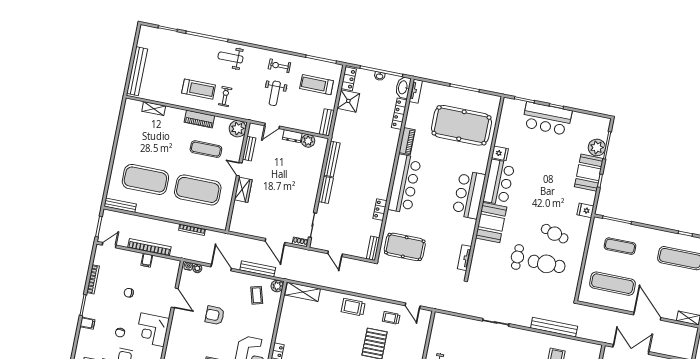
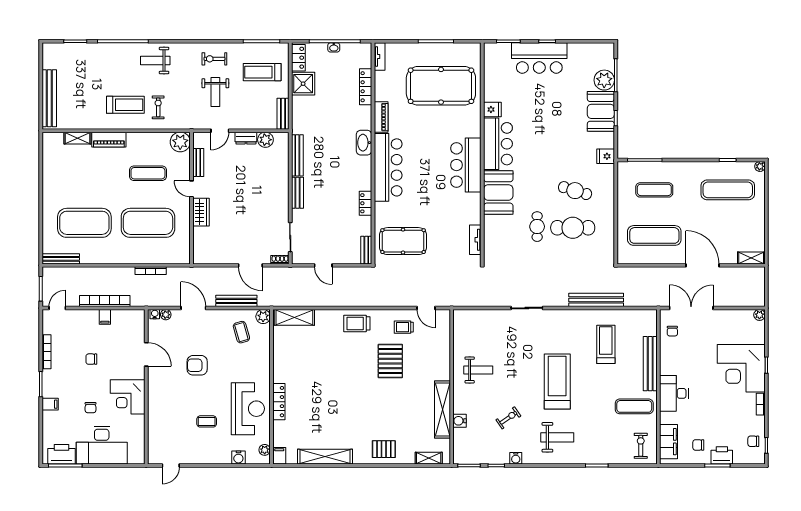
washbasin: (403, 87) -> (364, 143), moved
piano: (199, 119) -> (109, 140), moved

